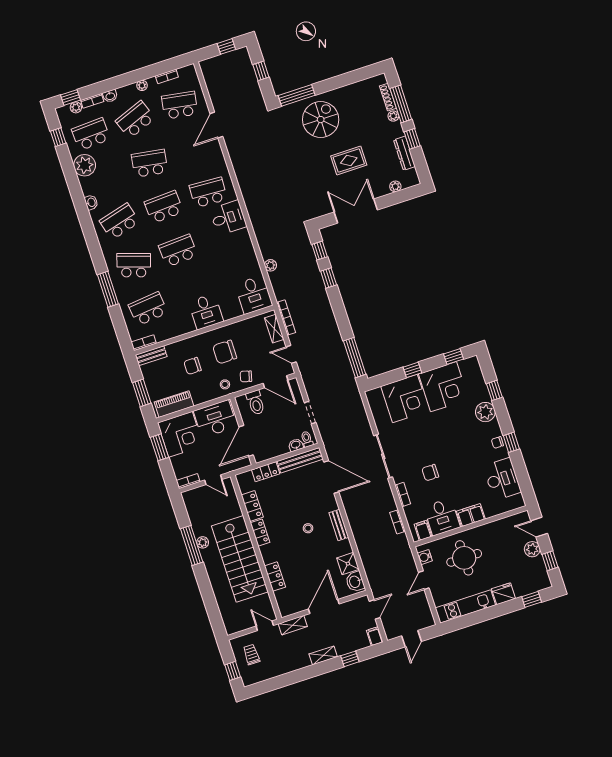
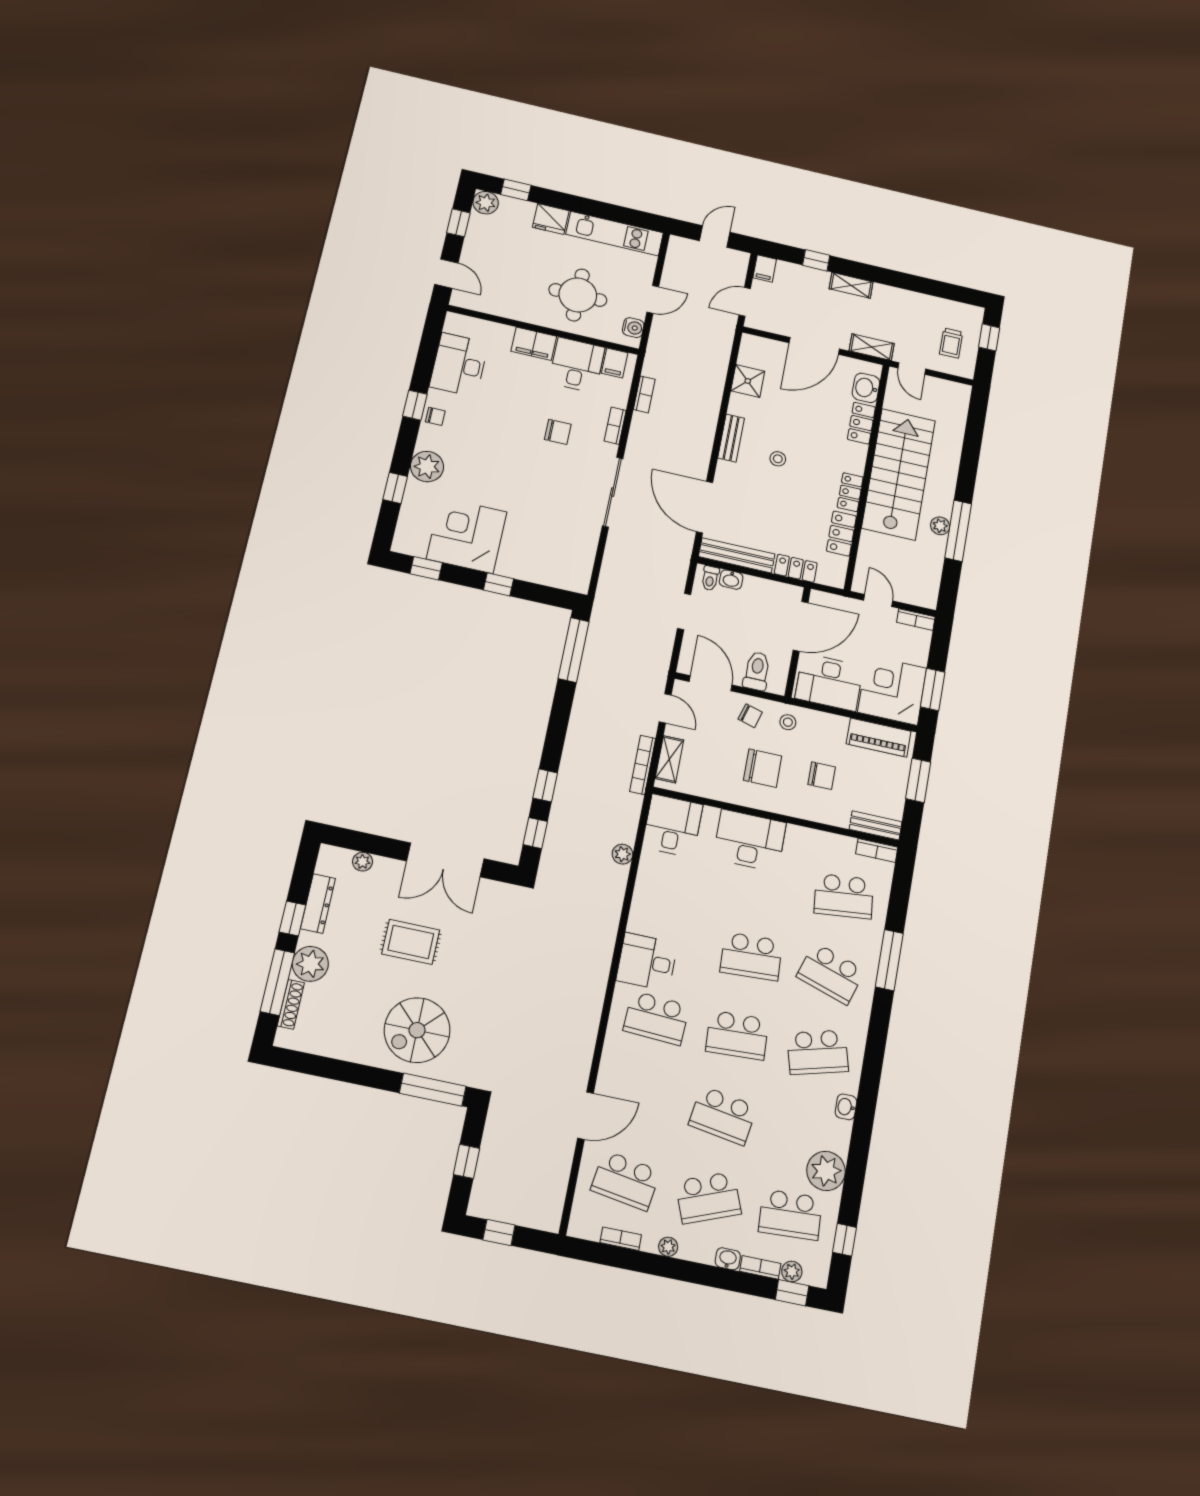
plant: (393, 116) -> (310, 964), width x1.87, depth x1.87
desk: (206, 312) -> (750, 841), width x1.37
corner desk: (405, 399) -> (533, 552), removed
plant: (532, 549) -> (486, 203), moved
washbasin: (355, 582) -> (866, 388), moved, turned 180

